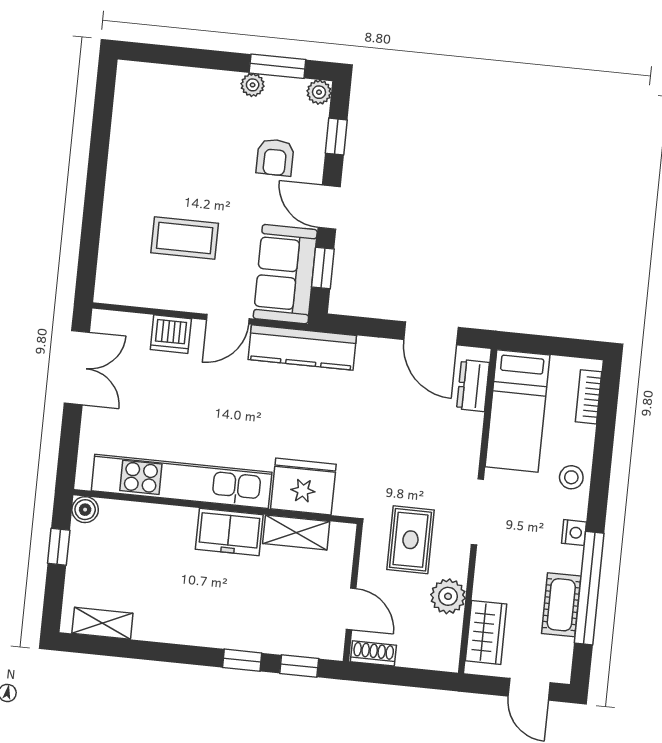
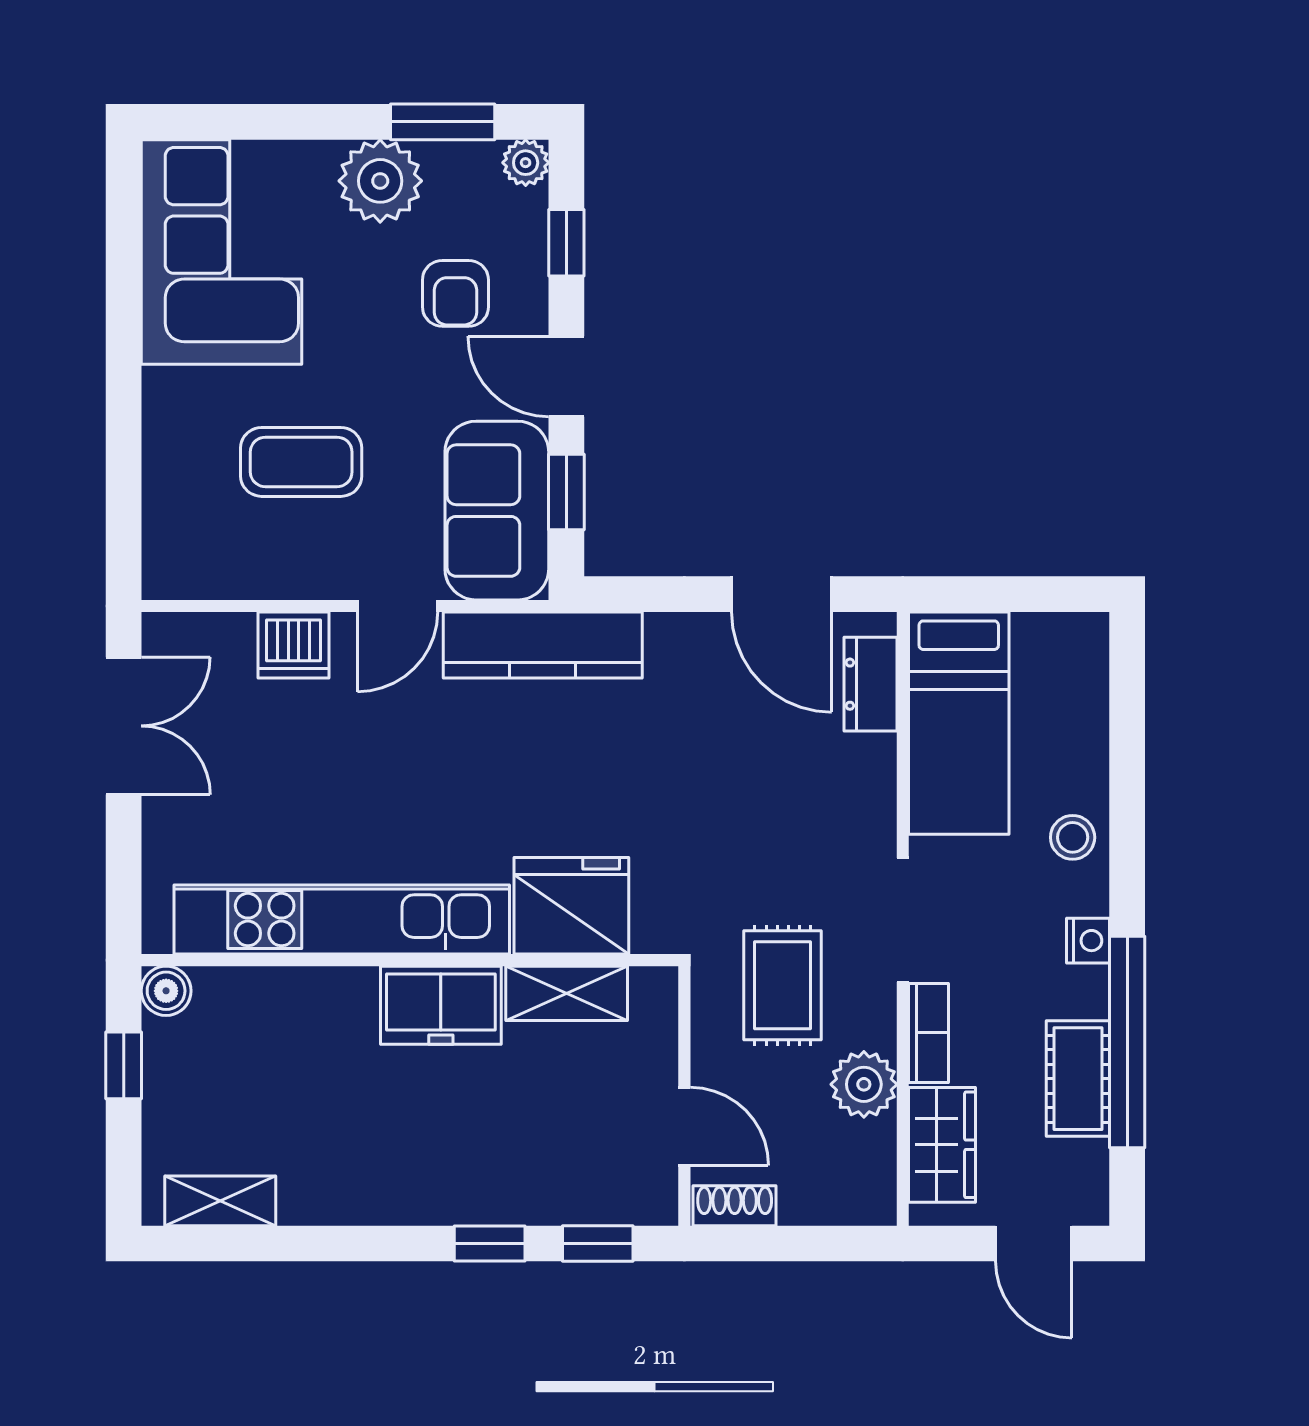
plant: (253, 85) -> (380, 181), width x1.87, depth x1.87
corner sofa: (154, 123) -> (221, 252), added
bookcase: (589, 397) -> (929, 1033), moved, turned 180

